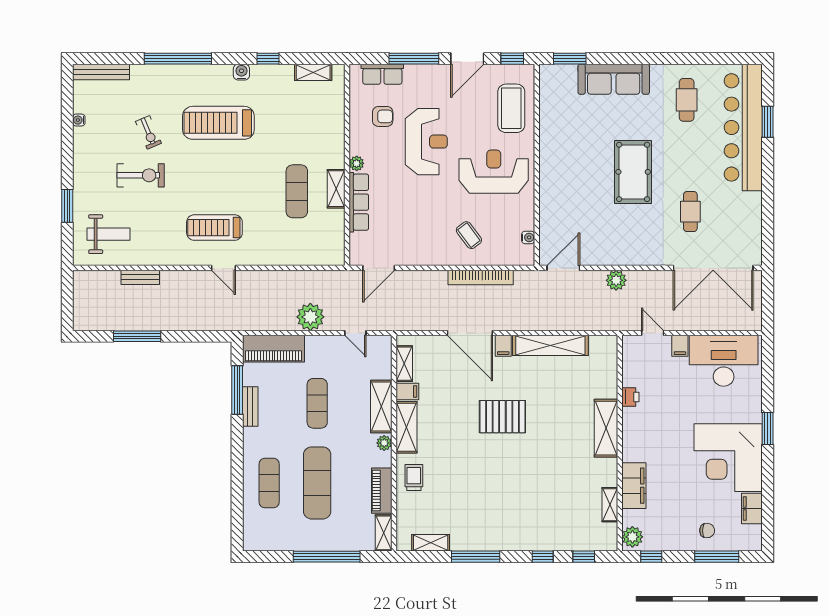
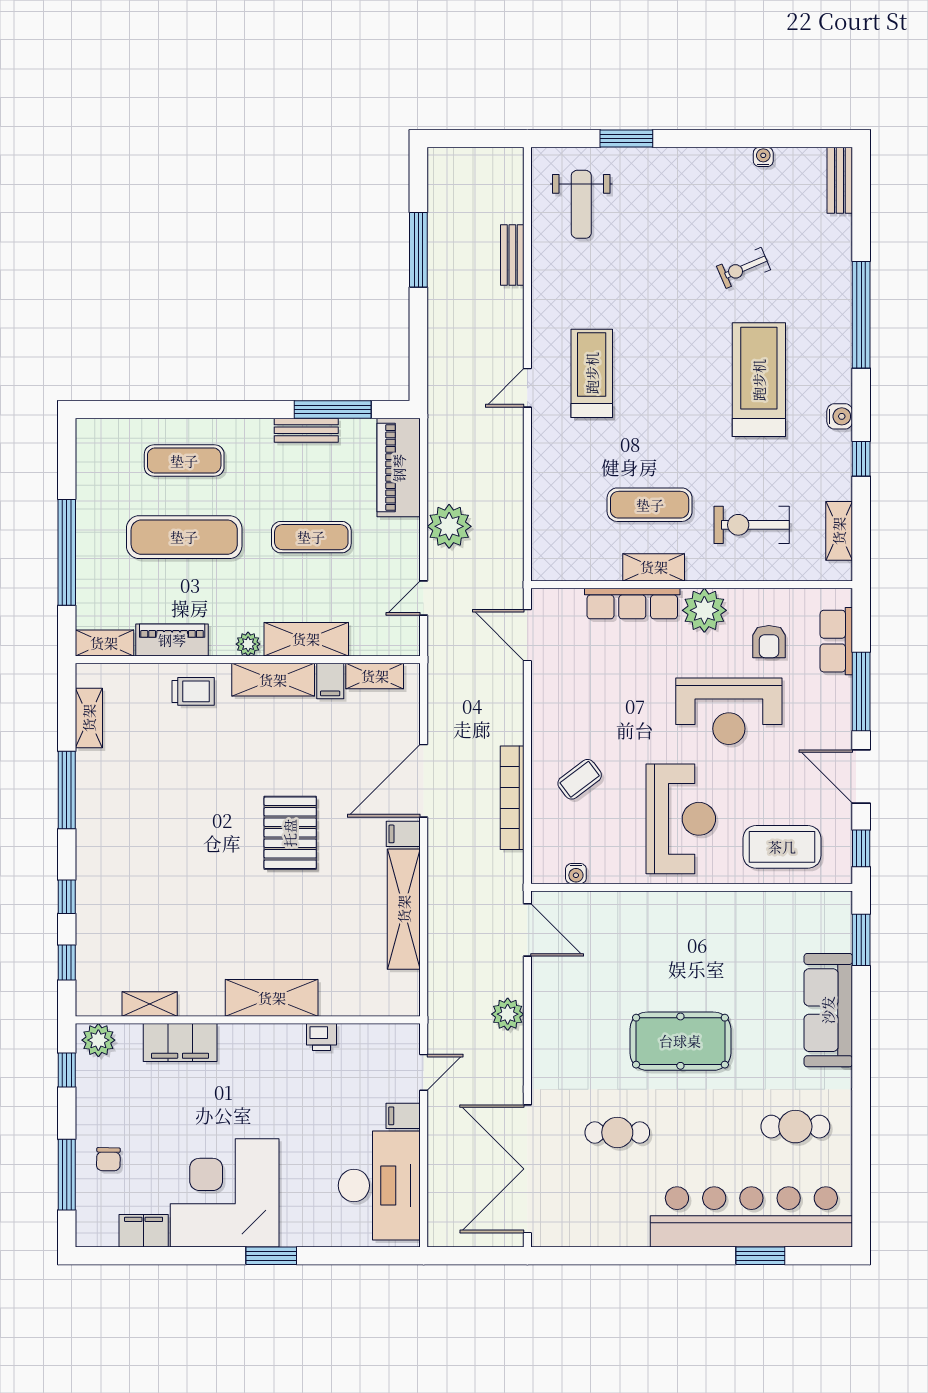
bench: (101, 72) -> (840, 180), width x0.73
plant: (357, 163) -> (704, 610), width x1.88, depth x1.88
exercise bike: (141, 175) -> (752, 525), moved, turned 90

